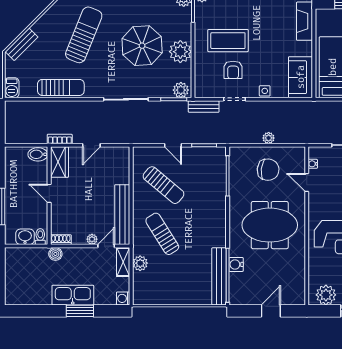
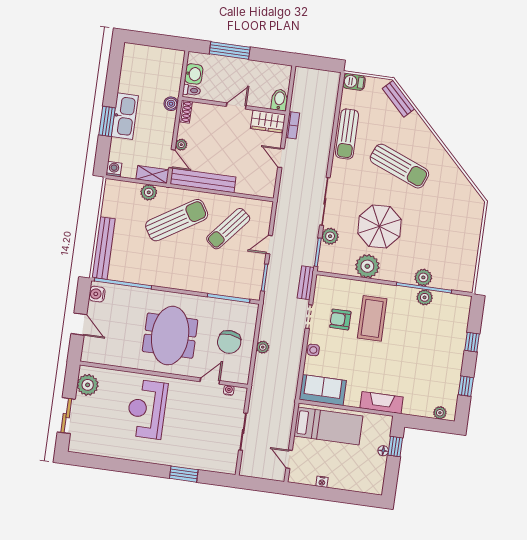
plant: (181, 90) -> (330, 236), moved
sun lounger: (162, 234) -> (177, 220), width x1.36, depth x1.34
water cooler: (236, 264) -> (97, 294), moved, turned -90
bench: (219, 276) -> (103, 248), moved, turned 90

